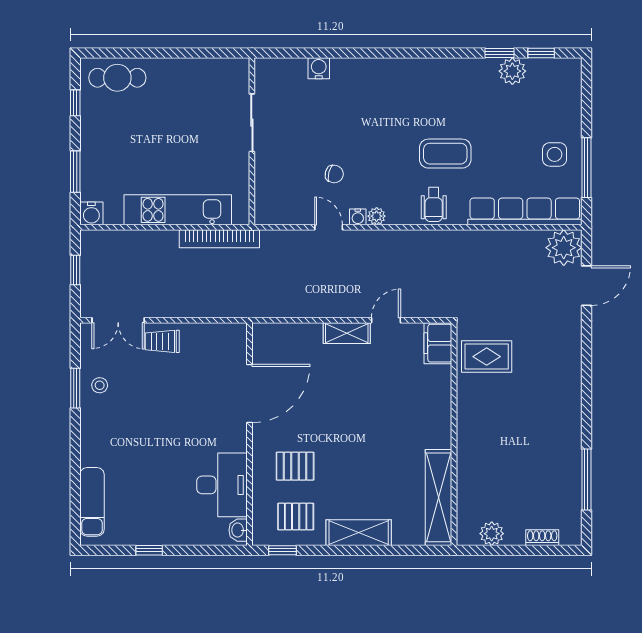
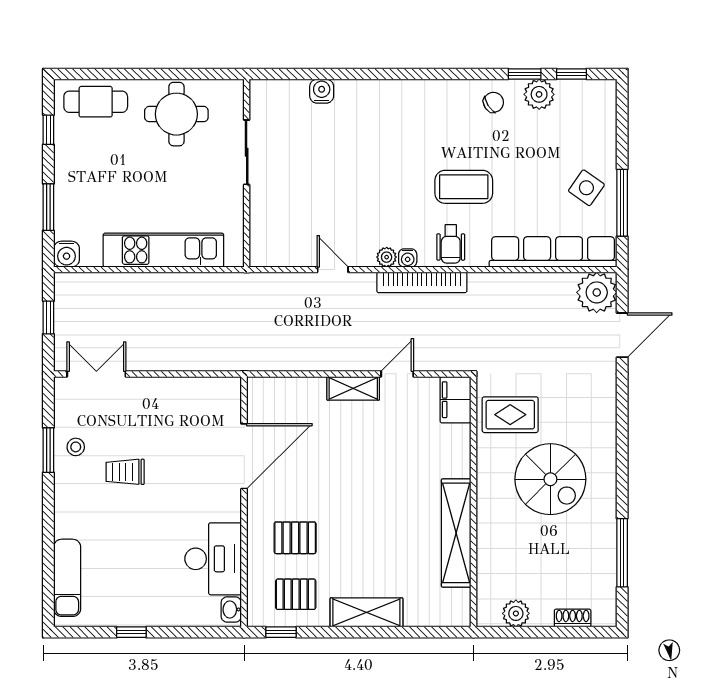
round table: (189, 89) -> (176, 114), added
side table: (555, 154) -> (586, 188), turned 35
chair: (334, 174) -> (493, 102), moved, turned -46
water cooler: (358, 217) -> (408, 258), moved
bookcase: (219, 239) -> (422, 282), moved
double door: (118, 320) -> (96, 374), swing flipped
trolley: (162, 341) -> (125, 472), moved
spiral stairs: (522, 414) -> (550, 479), added
shelving: (439, 497) -> (456, 533), moved

